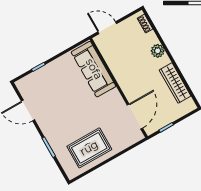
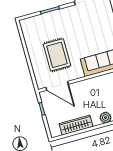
rug: (89, 148) -> (57, 55), moved

